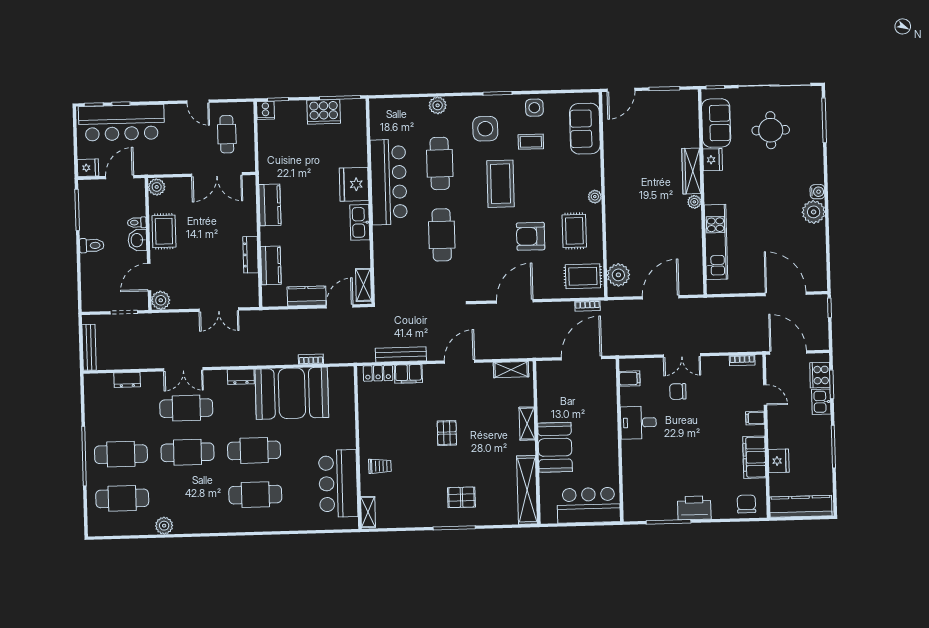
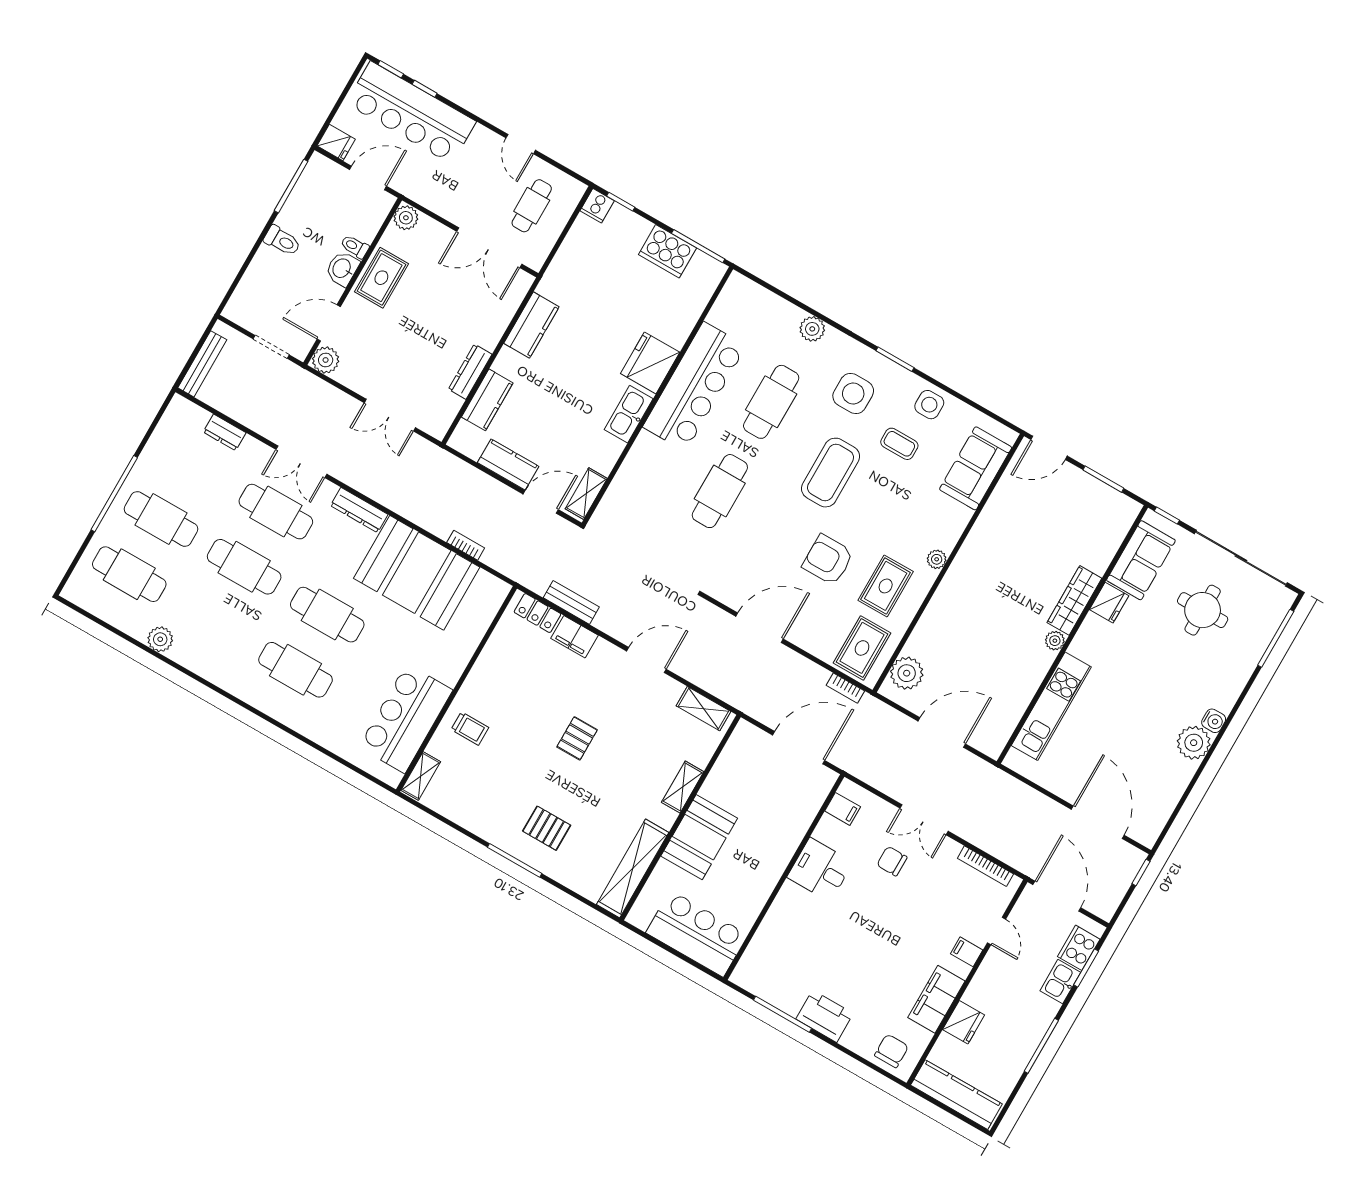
rug: (583, 276) -> (862, 648), turned 90
bench: (401, 355) -> (571, 602), width x0.73
bookcase: (742, 360) -> (985, 866), width x1.56
dresser: (241, 377) -> (359, 510), width x1.44

